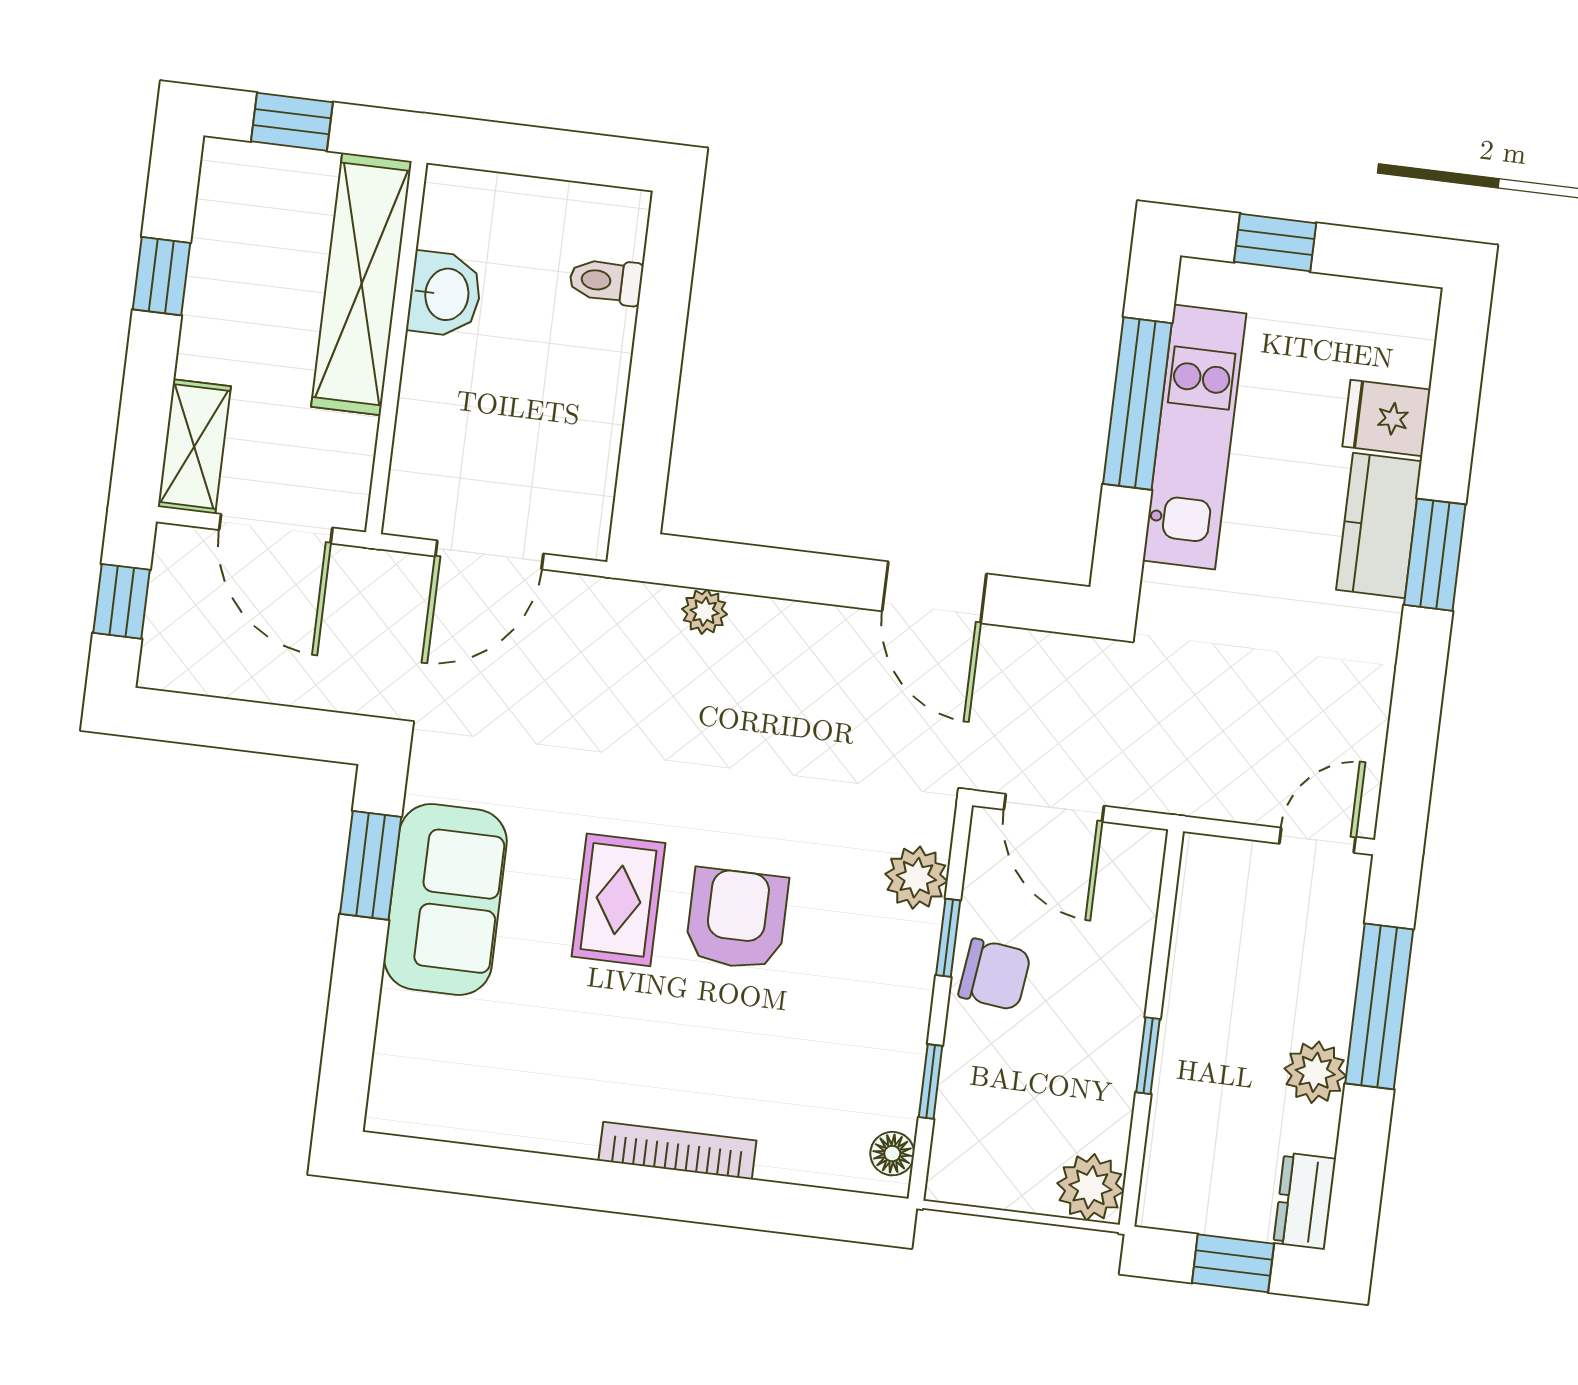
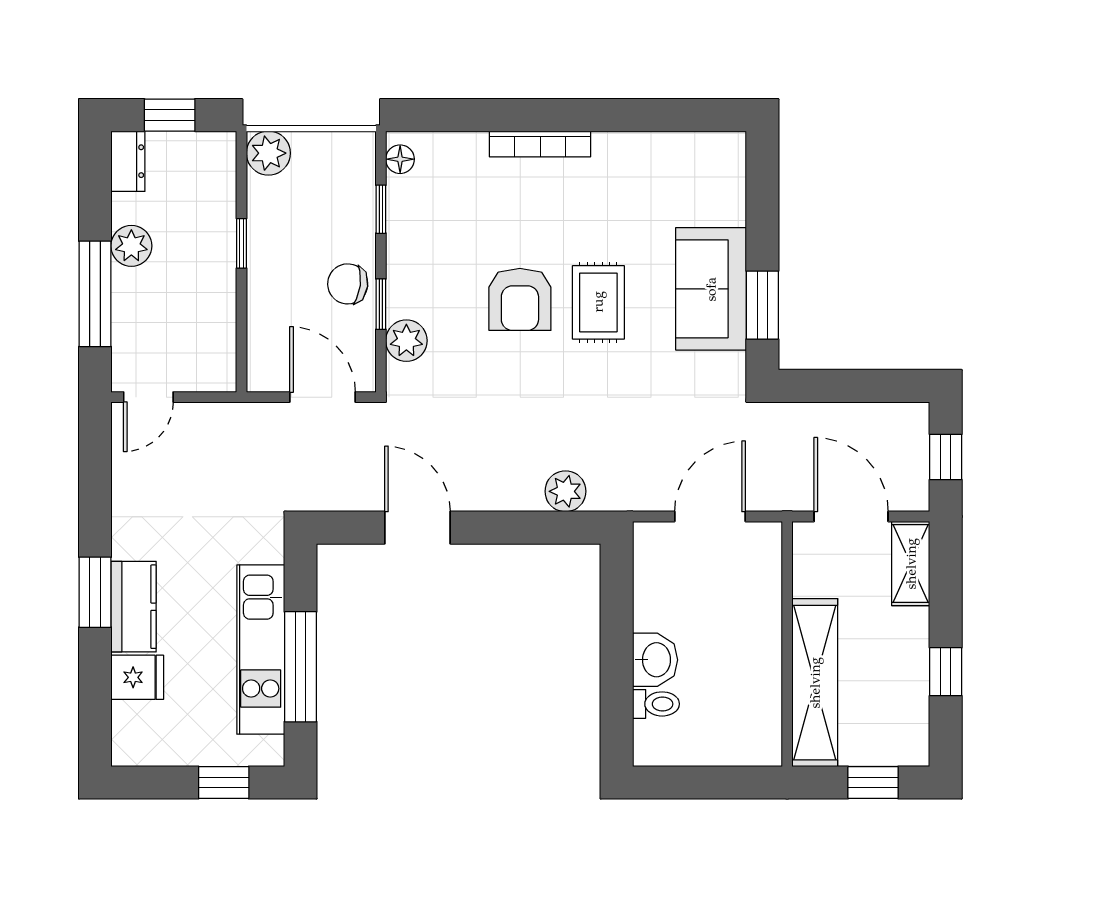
washbasin: (445, 294) -> (655, 660), moved, turned 180
plant: (705, 612) -> (565, 491), width x1.38, depth x1.38

